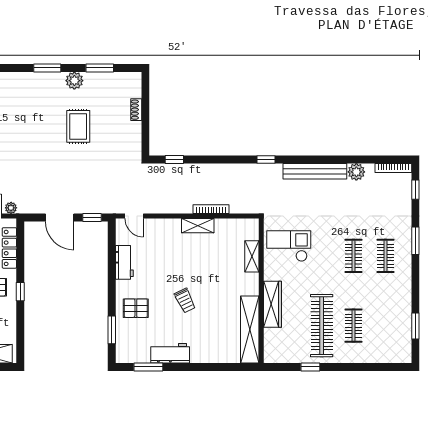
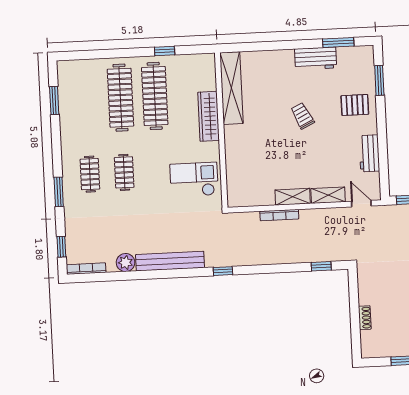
checkout: (289, 246) -> (194, 180), turned 180
shelving: (252, 256) -> (328, 195), moved, turned 90
clothes rail: (354, 326) -> (120, 98), width x1.86, depth x1.31

